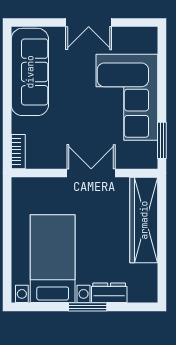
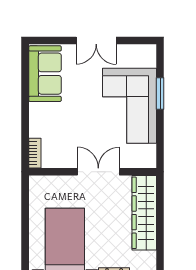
sofa: (30, 72) -> (45, 74), width x0.73
window: (162, 140) -> (160, 94), moved

